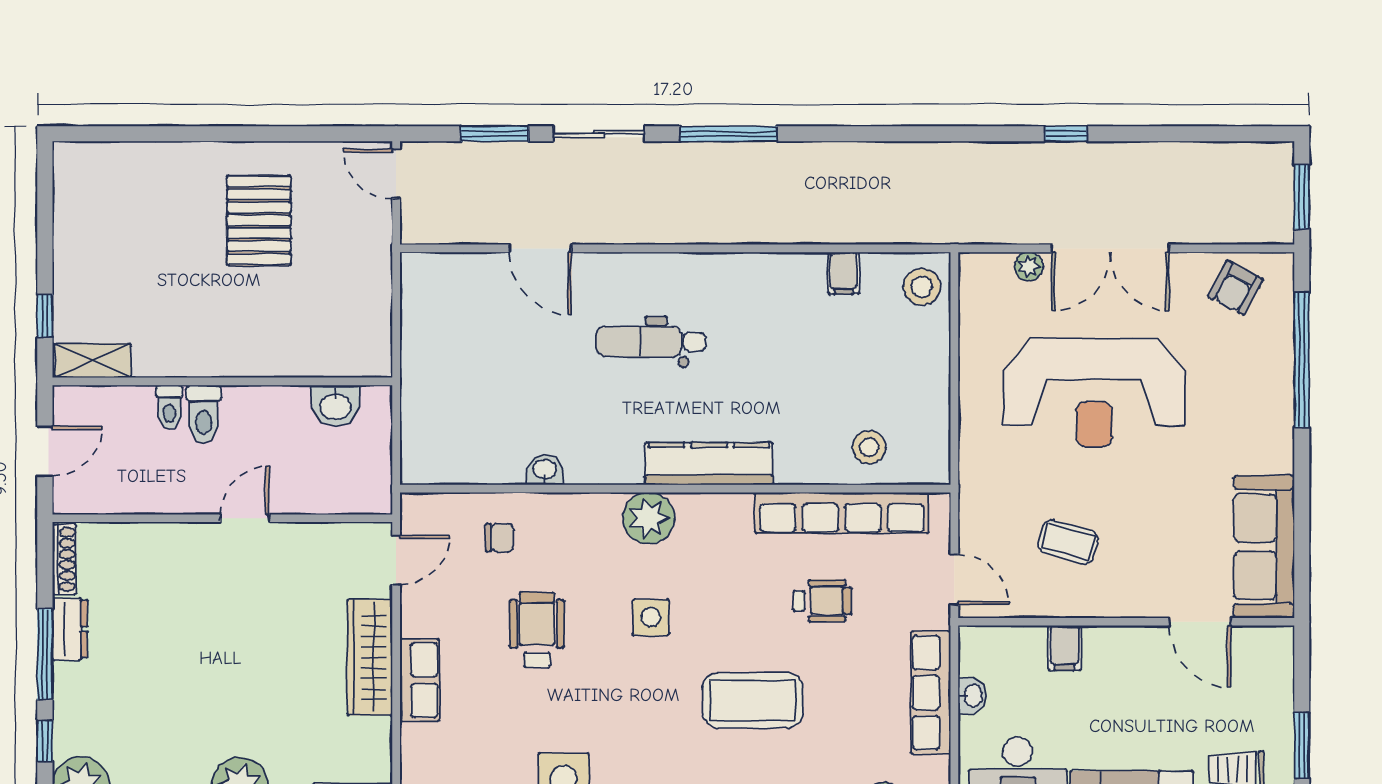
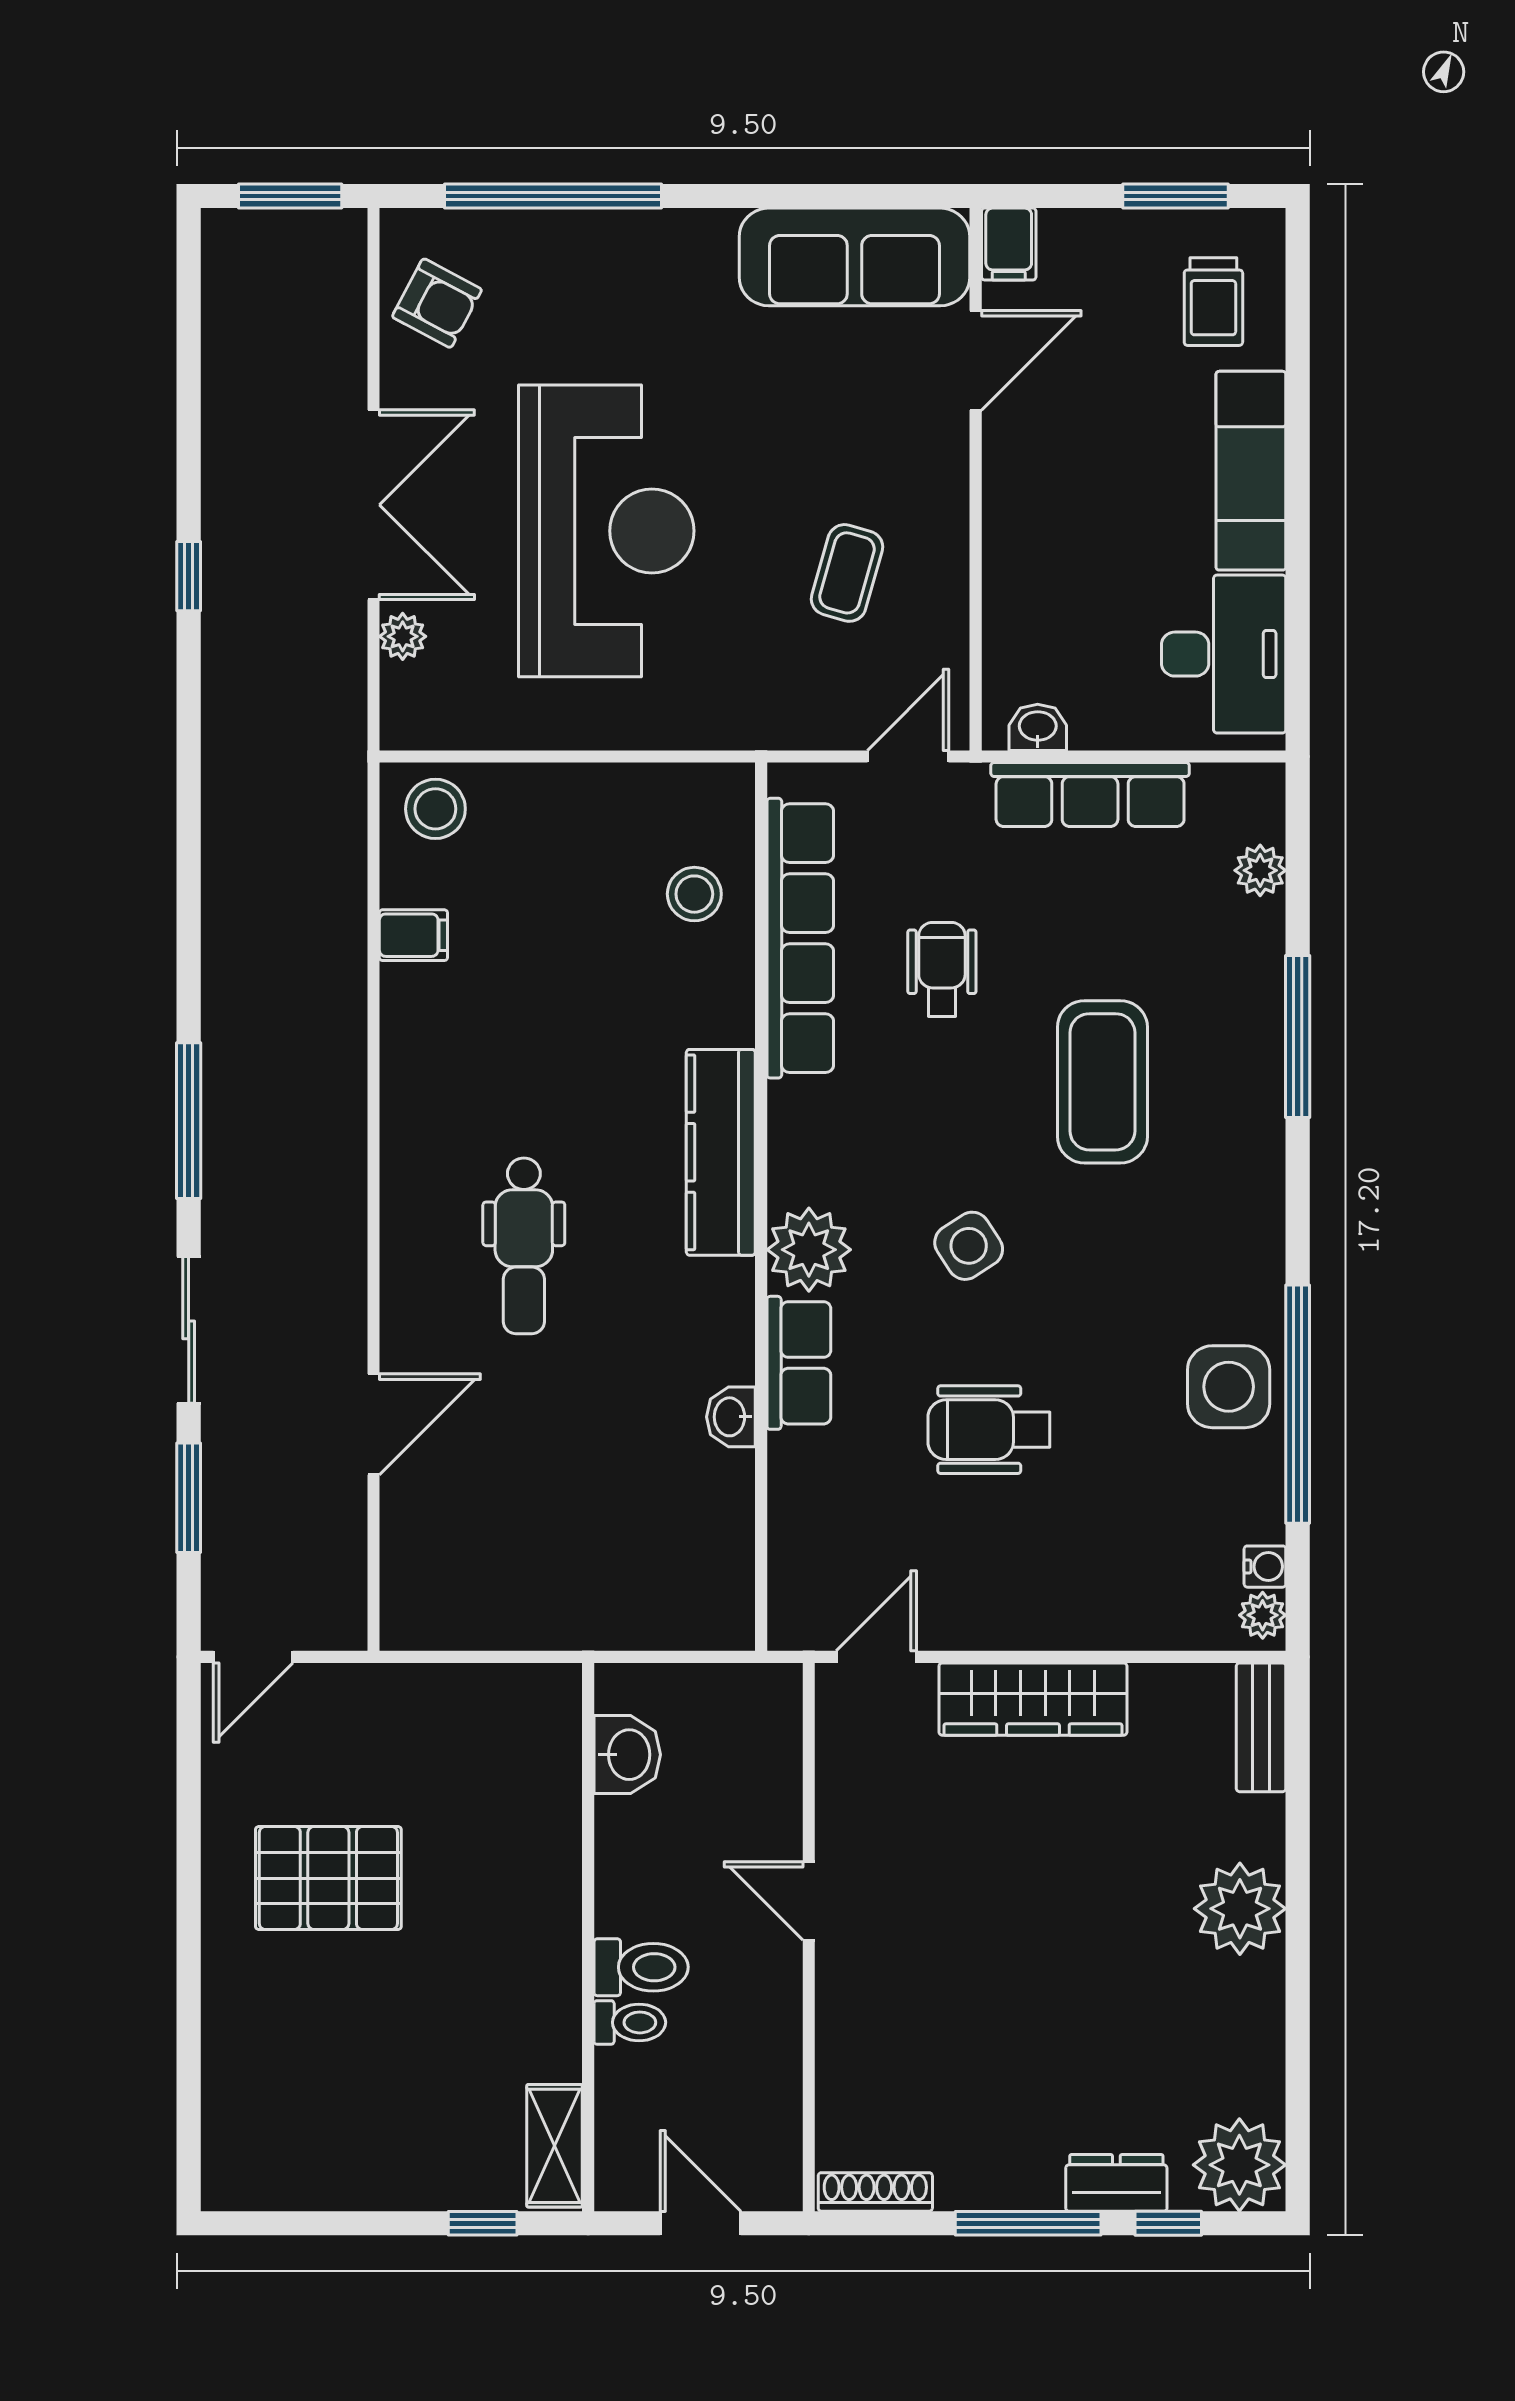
chair: (500, 538) -> (840, 1490), removed
door: (396, 560) -> (876, 1657), hinge flipped
side table: (651, 617) -> (969, 1246), turned -33
dresser: (70, 629) -> (1116, 2183), moved
filing cabinet: (1065, 648) -> (1009, 244), moved, turned 90
row of seats: (420, 680) -> (799, 1363), moved, turned 90
washbasin: (972, 696) -> (1038, 727), moved

